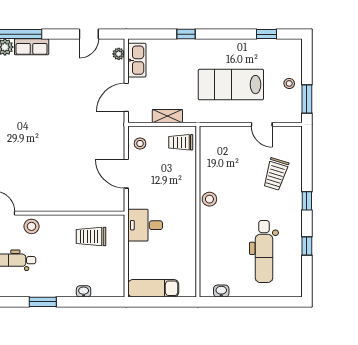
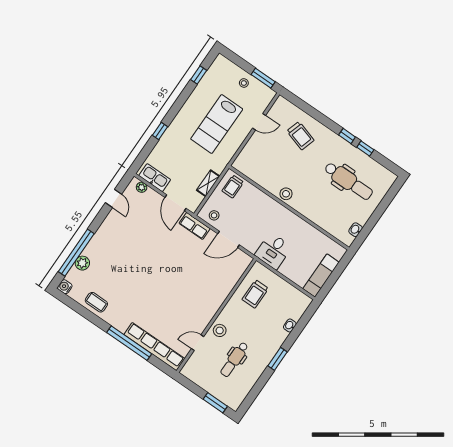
row of seats: (32, 47) -> (195, 226), moved, turned 90
window: (307, 201) -> (347, 136), moved

